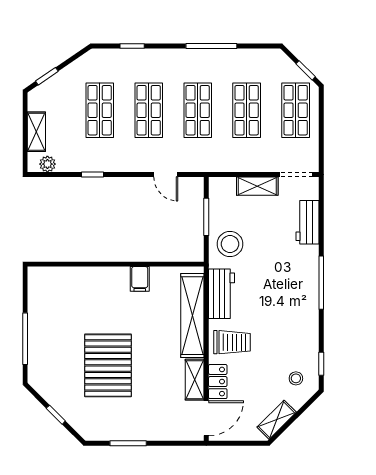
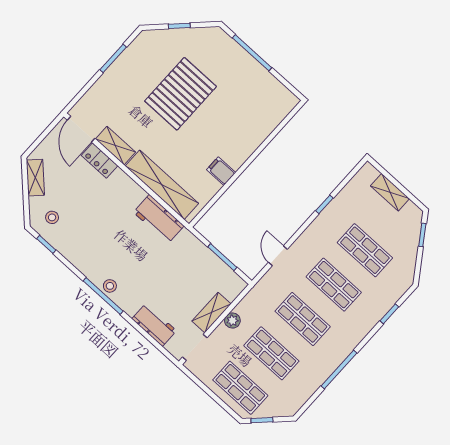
plant: (47, 164) -> (232, 321), moved
door: (166, 175) -> (278, 256), hinge flipped
stool: (230, 244) -> (110, 286), moved, width x0.53, depth x0.53
trolley: (232, 342) -> (118, 196), removed
pallet: (108, 365) -> (181, 94), turned 90

